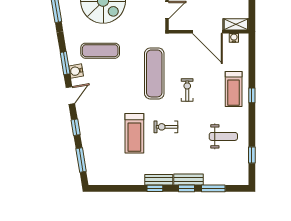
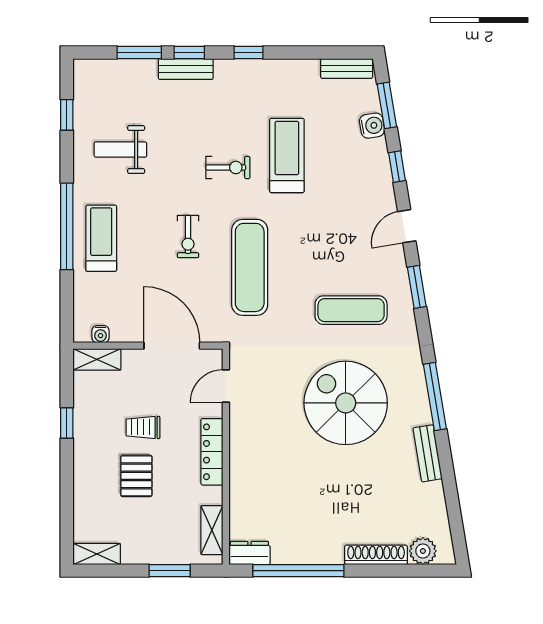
door: (207, 32) -> (172, 346), moved
water cooler: (76, 71) -> (372, 126), moved
window: (252, 95) -> (67, 226), width x3.17
bench: (159, 180) -> (347, 68), moved

